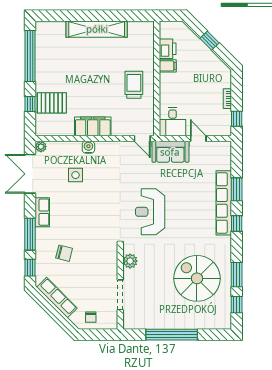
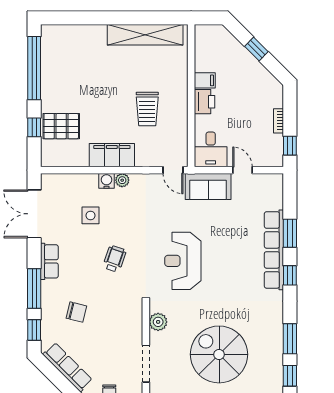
shelving: (97, 29) -> (145, 35), moved
printer: (168, 49) -> (205, 102), moved
trolley: (134, 85) -> (147, 109), moved, turned 180
plant: (41, 147) -> (122, 180), moved
wheelchair: (95, 210) -> (114, 259), added
spiral stairs: (197, 278) -> (219, 354), moved

